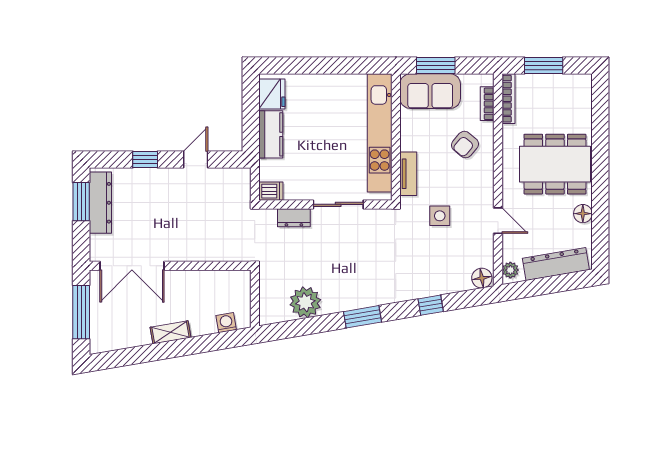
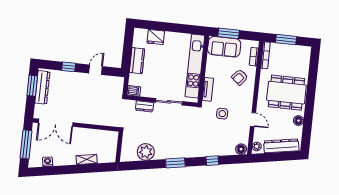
fridge: (272, 94) -> (156, 37), moved, turned 90
washing machine: (226, 323) -> (48, 162), moved
shelving: (171, 332) -> (87, 159), moved

